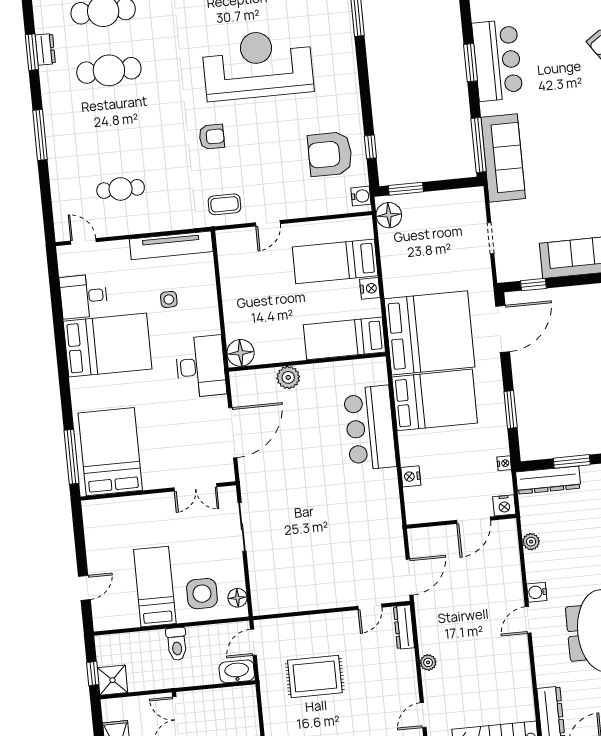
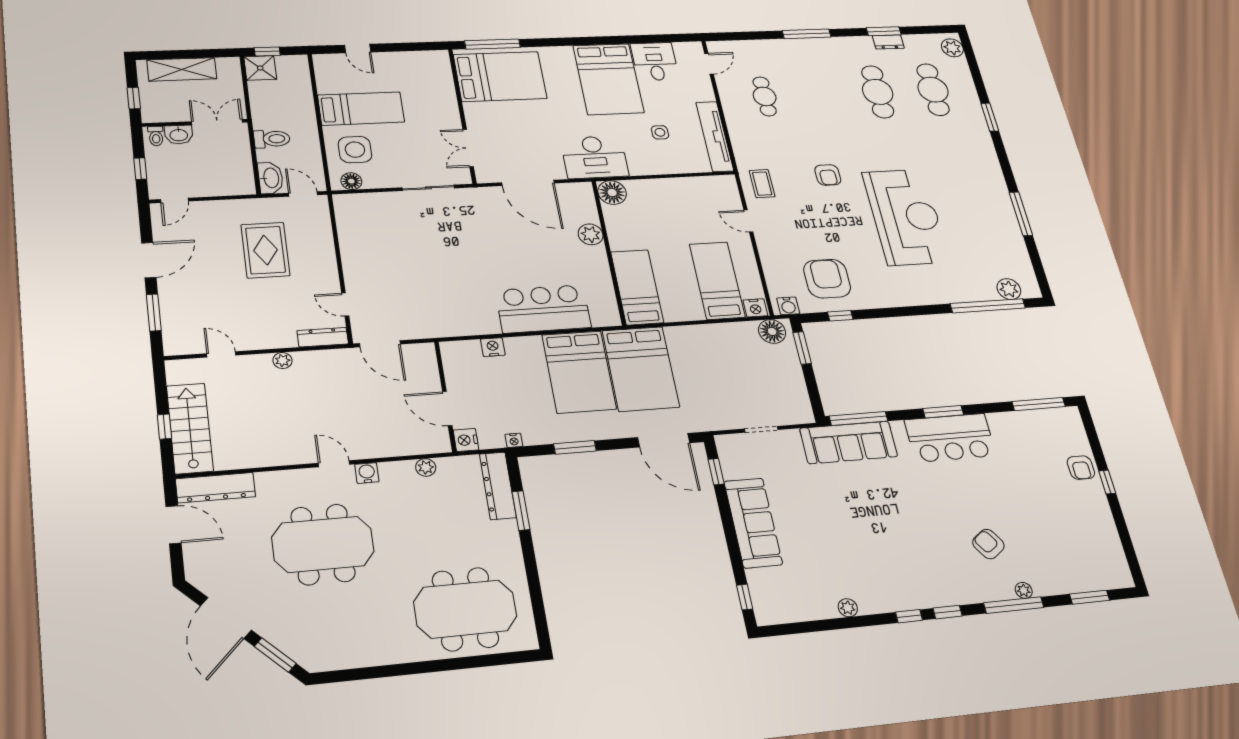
nightstand: (370, 288) -> (755, 308), moved
bed: (430, 333) -> (641, 369), width x0.73
toilet: (177, 644) -> (272, 139), moved, turned 180

